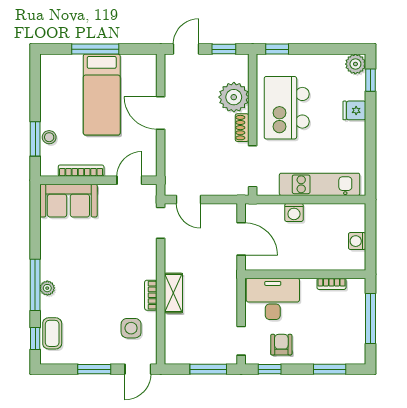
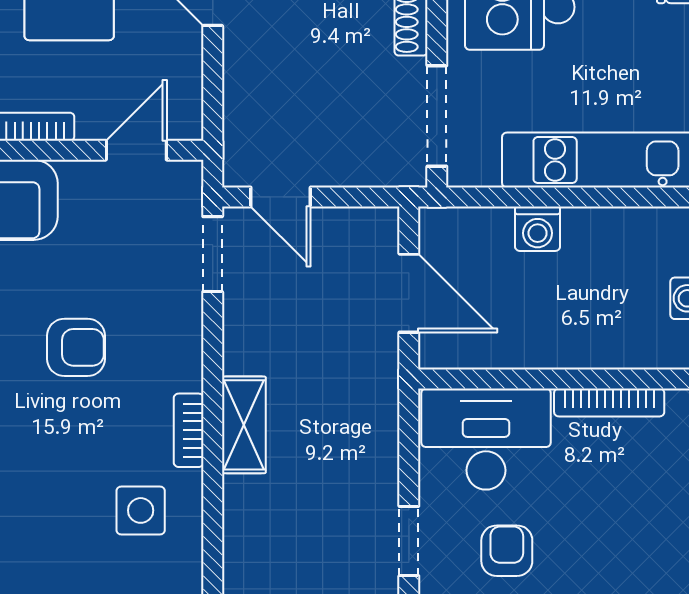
armchair: (105, 261) -> (76, 347), added
bookcase: (331, 284) -> (609, 402), width x1.56

